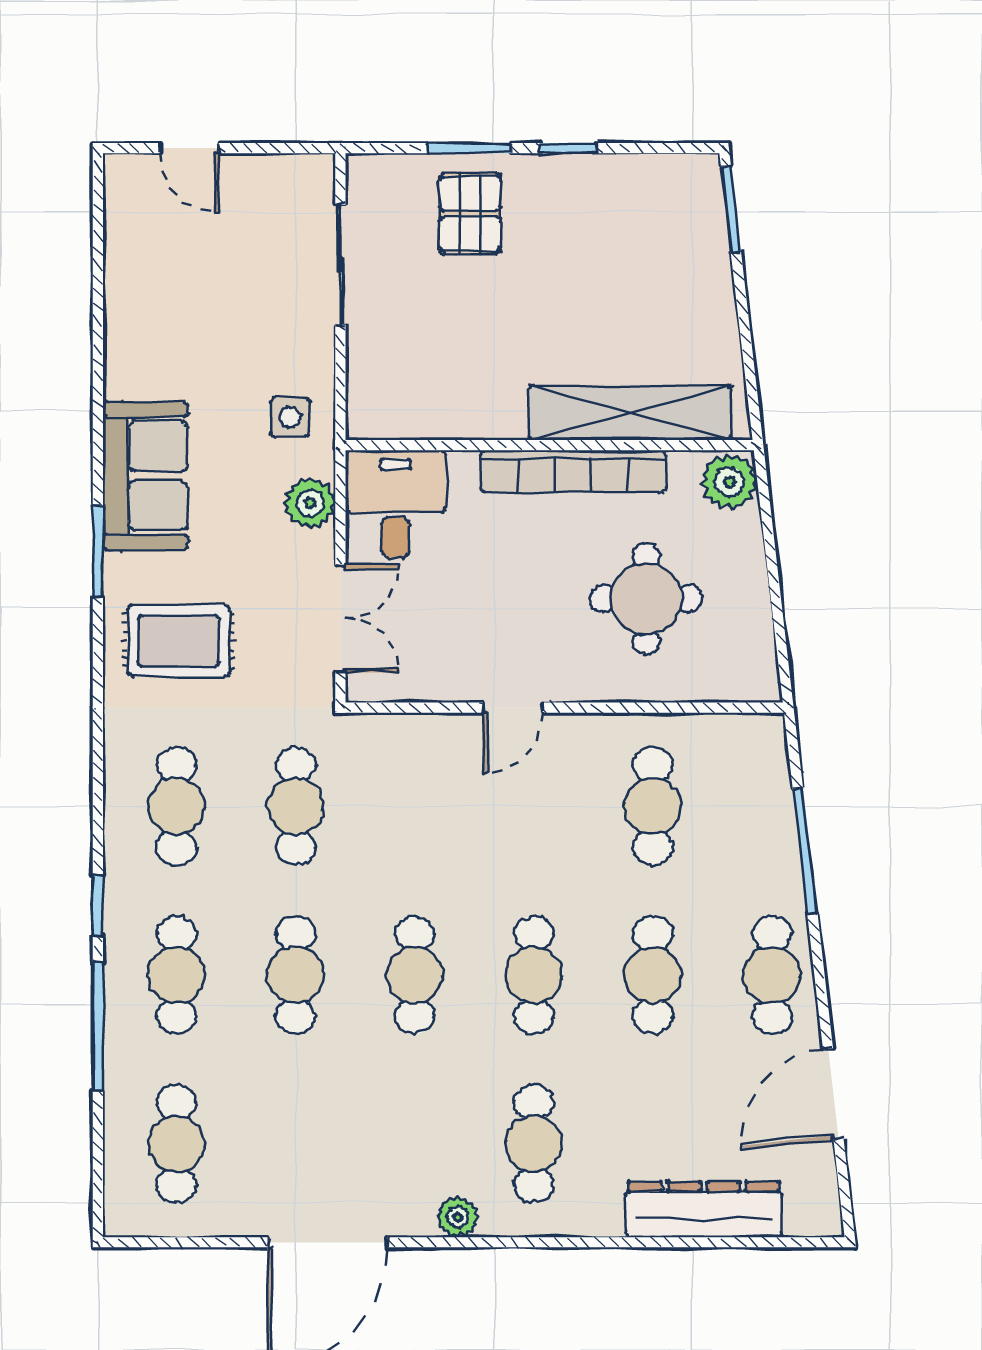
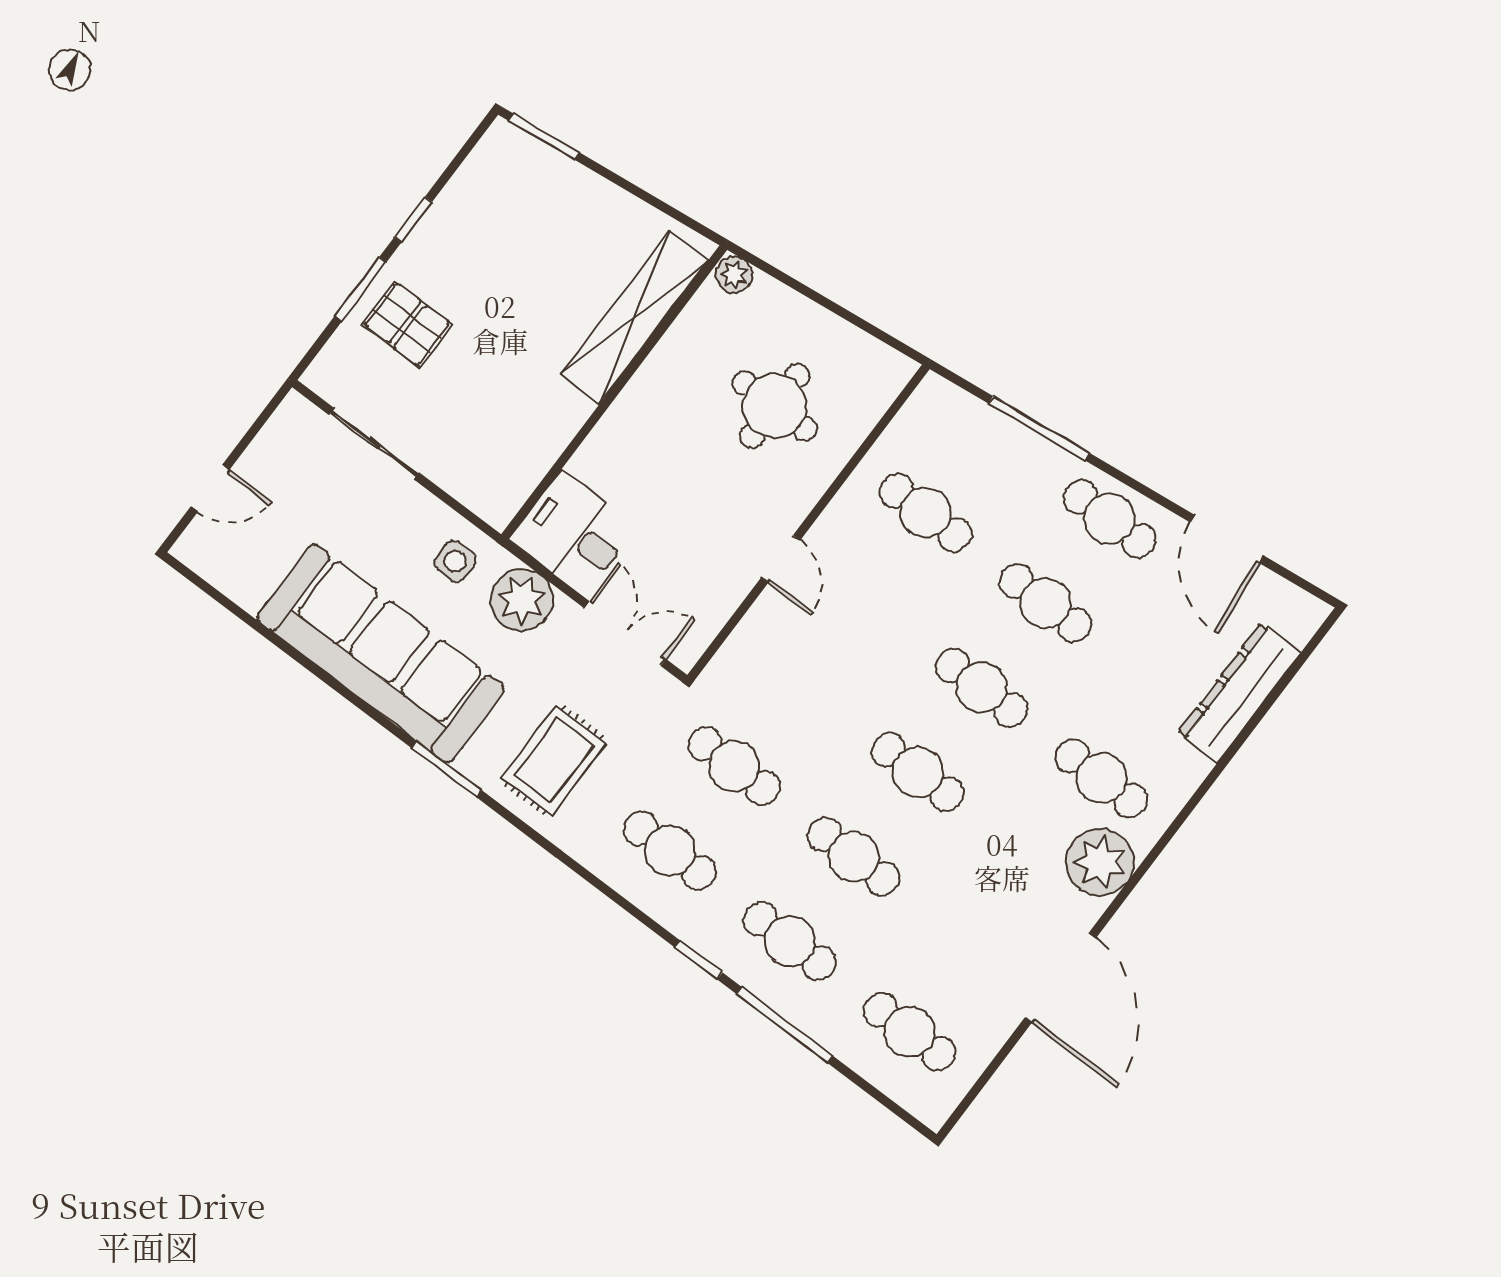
bookcase: (573, 471) -> (645, 389), removed
sofa: (145, 476) -> (381, 653), width x1.85, depth x1.27
plant: (729, 482) -> (734, 275), width x0.73, depth x0.73
plant: (310, 503) -> (522, 600), width x1.36, depth x1.36
plant: (458, 1217) -> (1100, 862), width x1.88, depth x1.88

